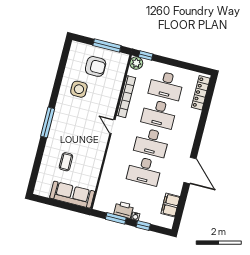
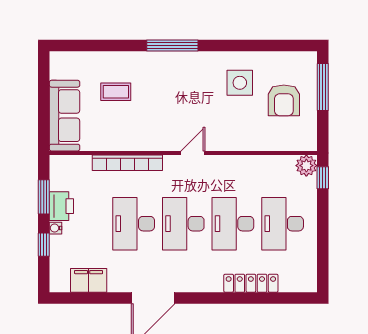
window: (107, 46) -> (323, 87), moved
locker: (201, 93) -> (251, 283), moved
bookcase: (126, 97) -> (127, 163), moved

